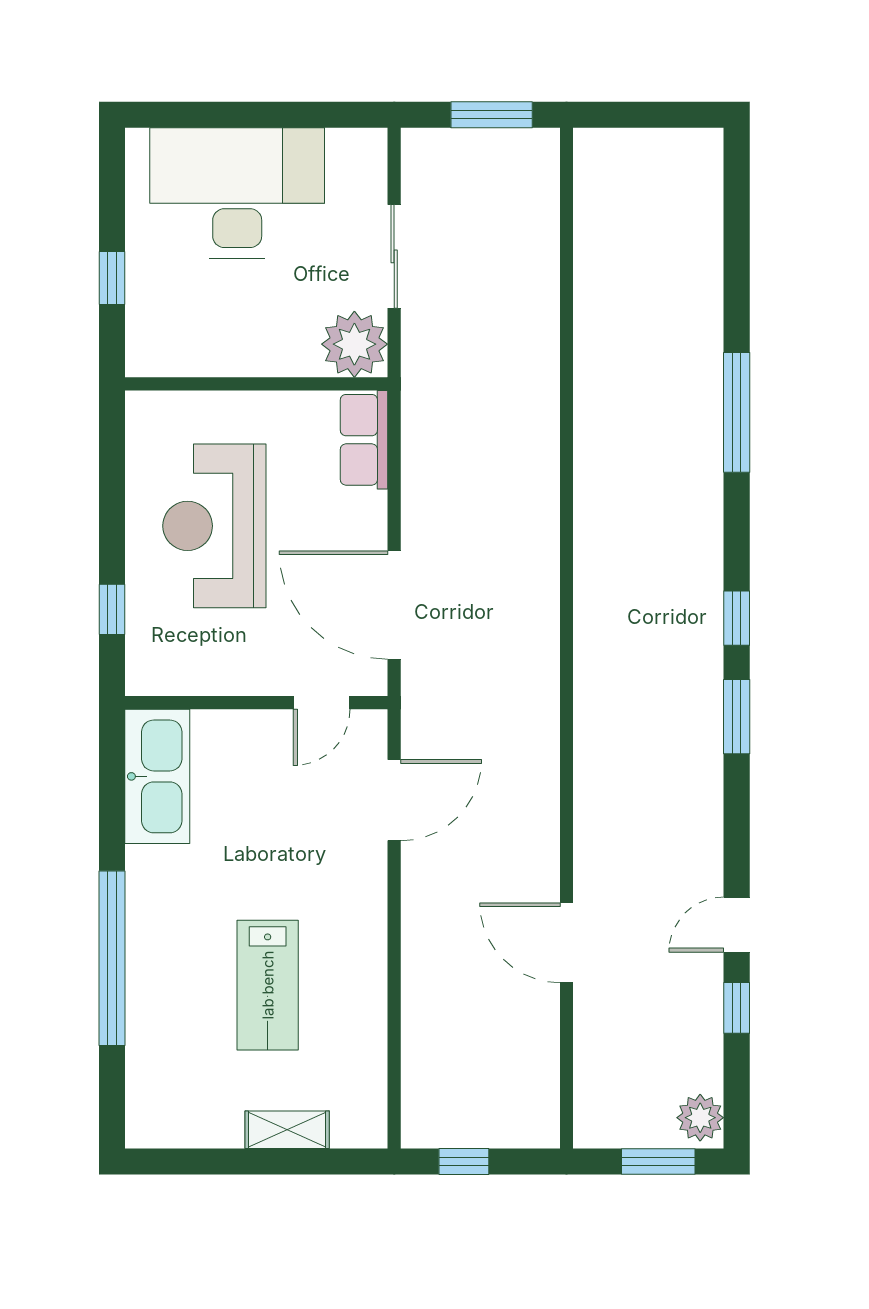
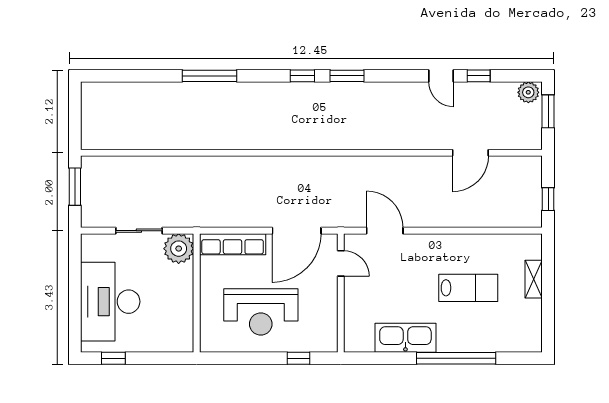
window: (112, 278) -> (113, 358), moved
row of seats: (364, 440) -> (233, 244), width x1.48
kitchen sink: (157, 776) -> (405, 338), moved
door: (566, 943) -> (470, 153), moved

